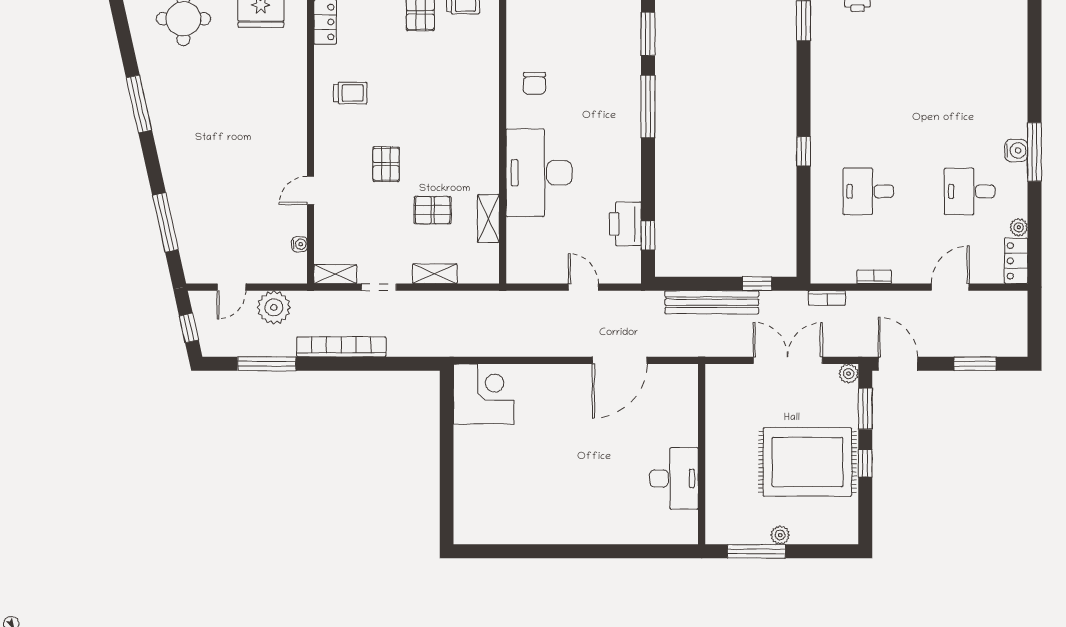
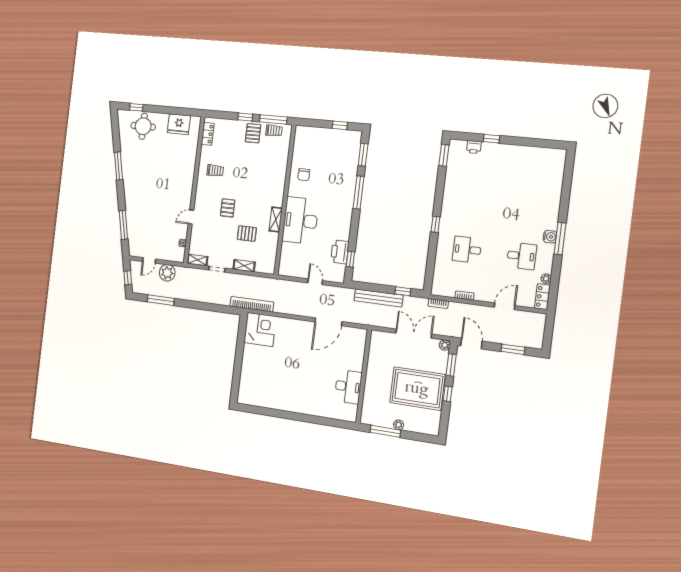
desk: (970, 191) -> (522, 256), turned 180
shelving: (488, 218) -> (276, 219), moved
bookcase: (341, 347) -> (252, 304), moved

